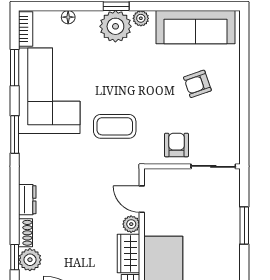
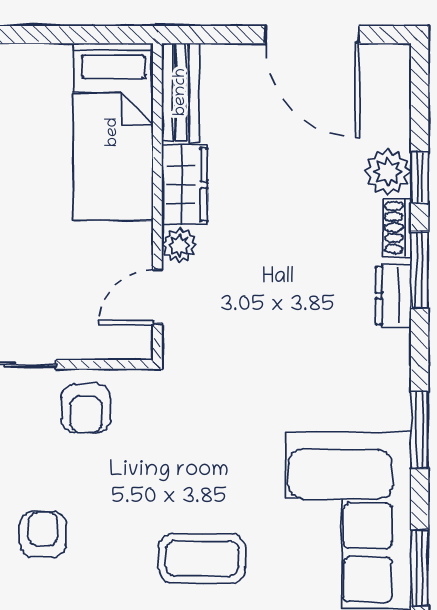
armchair: (197, 84) -> (43, 534), turned -71
coffee table: (115, 126) -> (202, 558), moved
door: (142, 199) -> (157, 297), swing flipped
window: (15, 212) -> (420, 270), added

